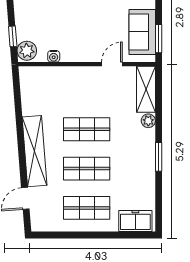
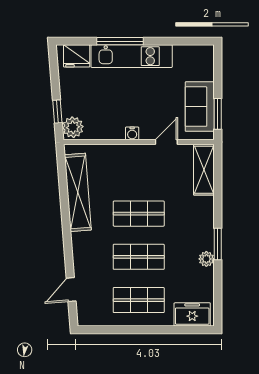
water cooler: (54, 56) -> (132, 133), moved
plant: (148, 121) -> (206, 259), moved
shelving: (34, 151) -> (78, 192), moved

